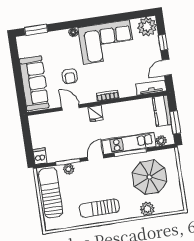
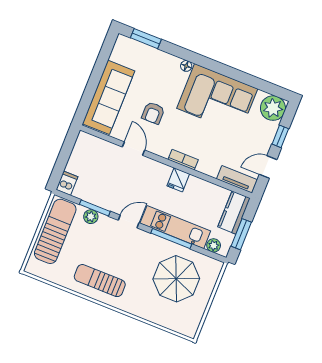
fridge: (95, 113) -> (178, 180), moved
plant: (147, 209) -> (153, 313), removed

